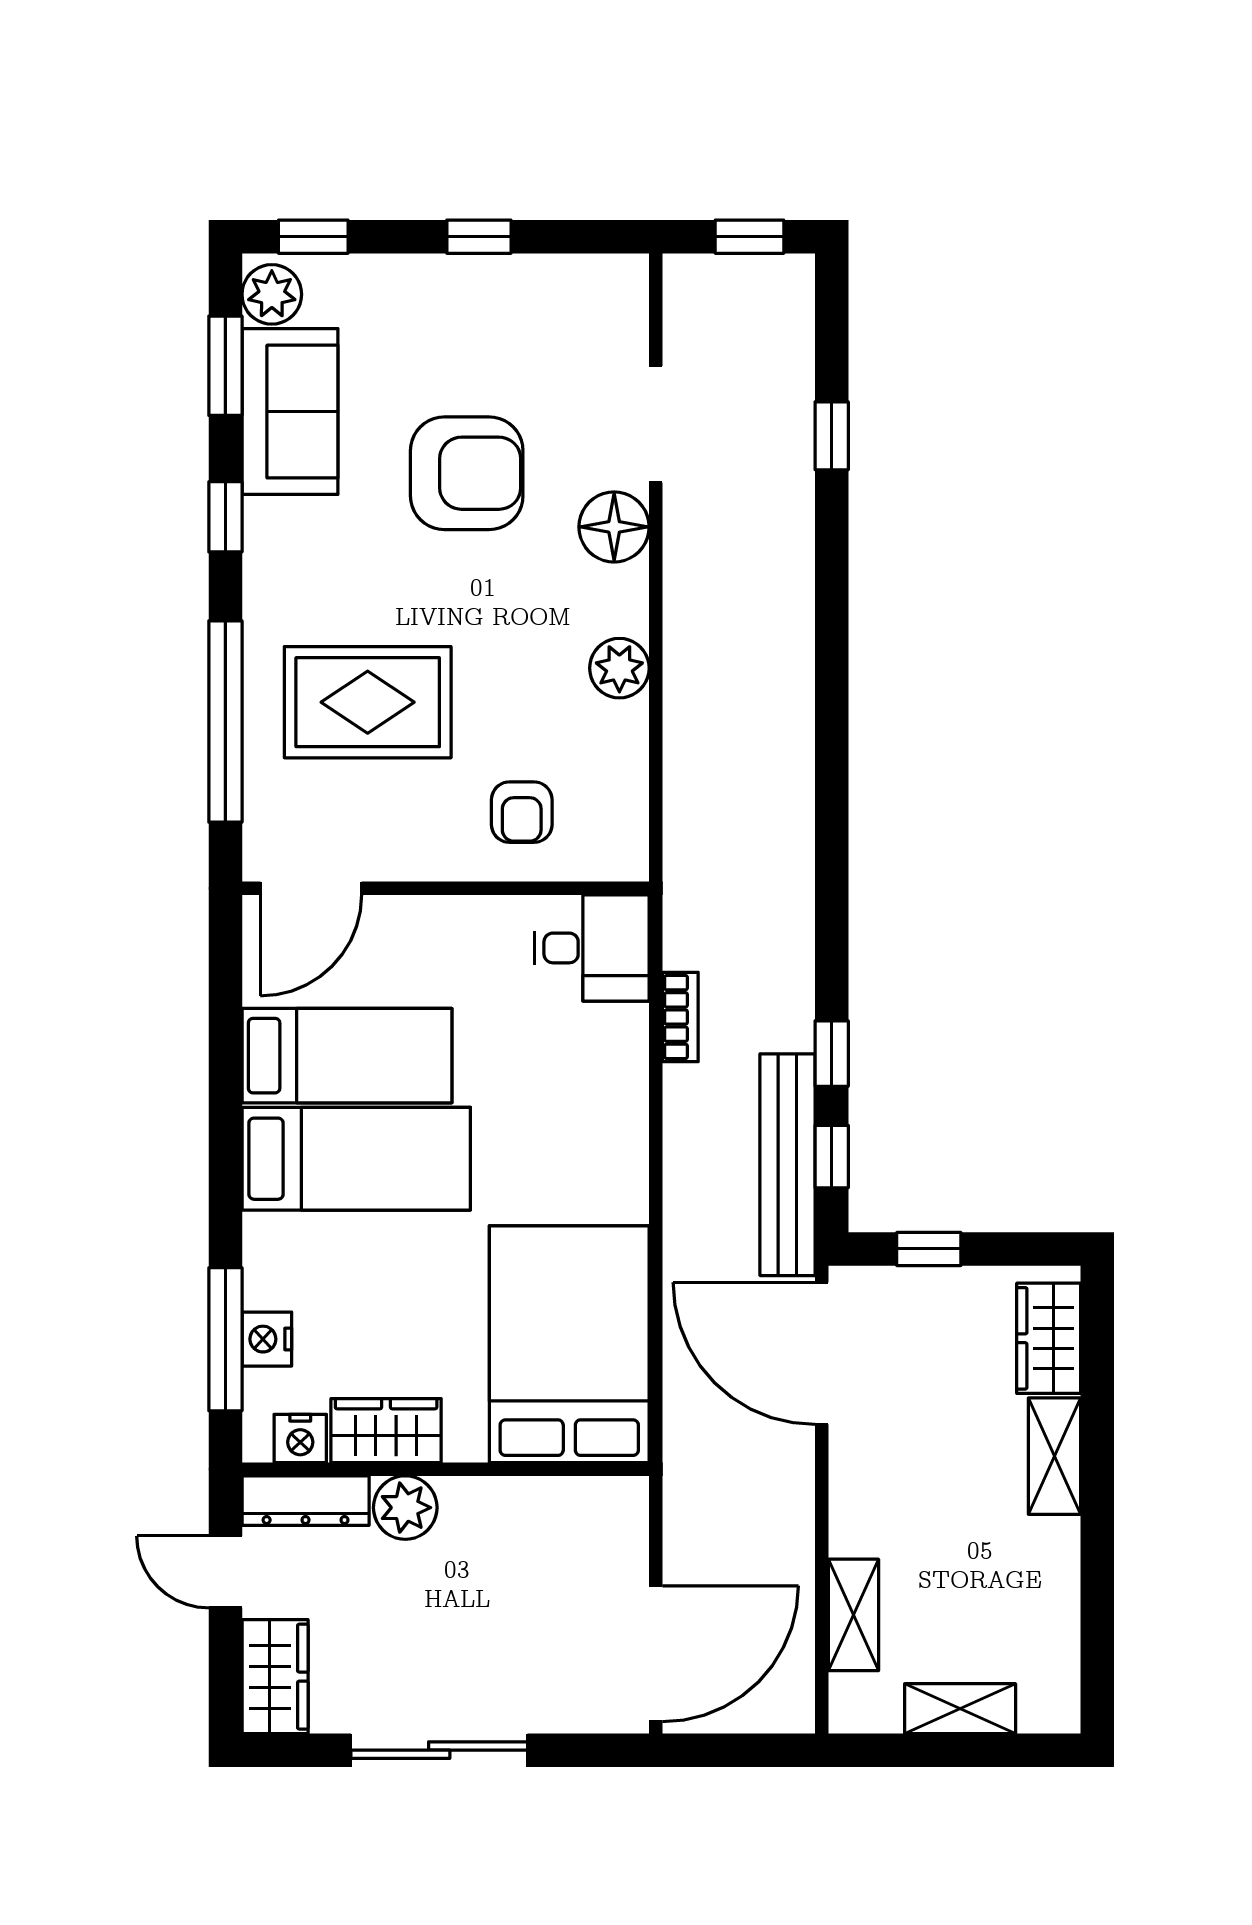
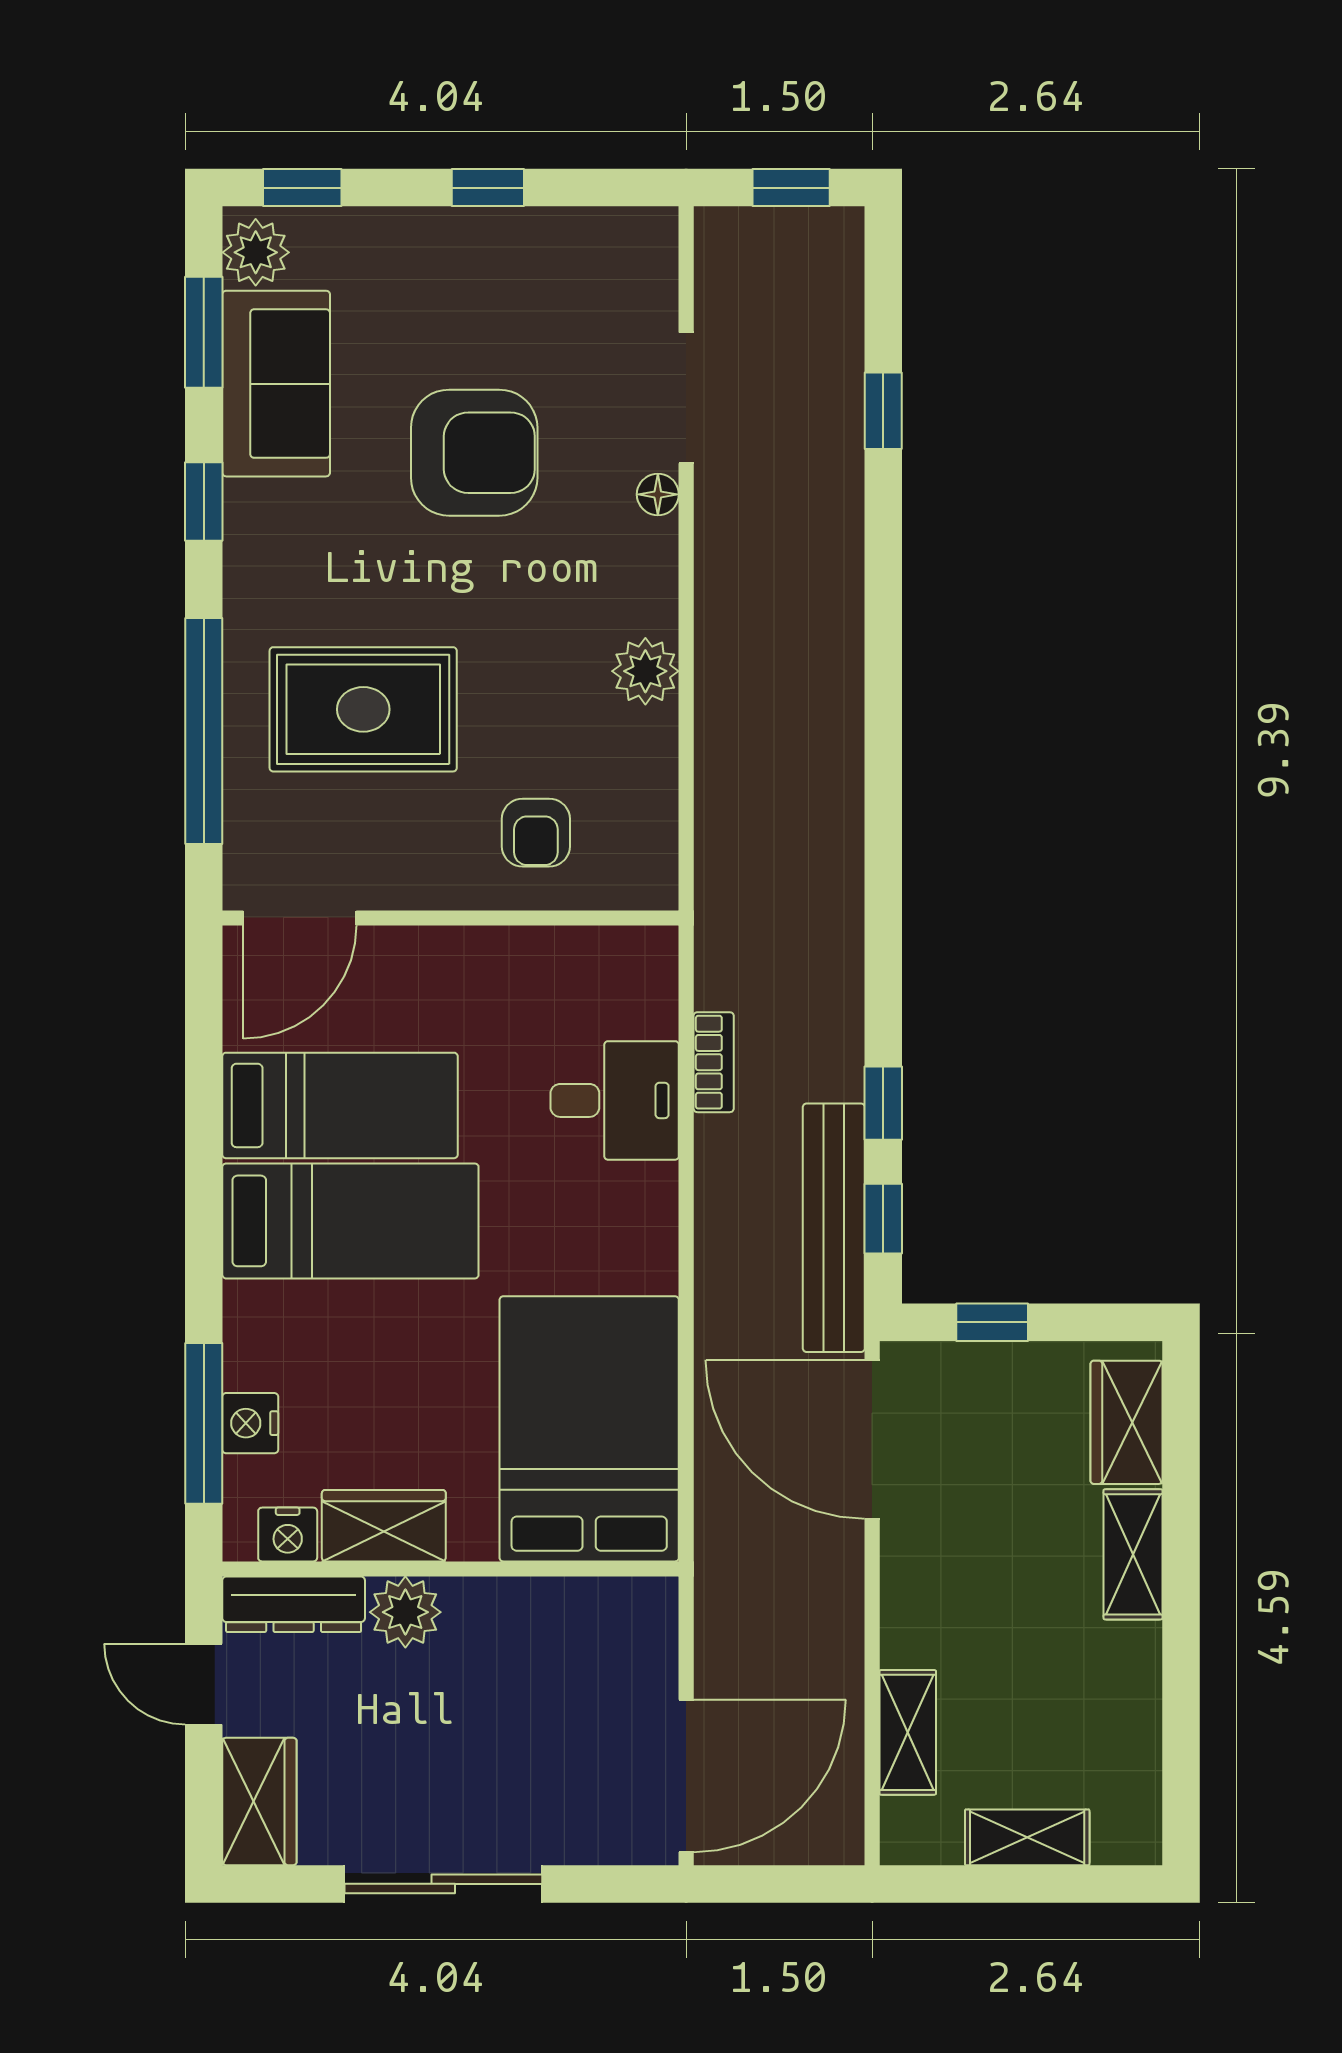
floor lamp: (614, 527) -> (658, 494), width x0.53, depth x0.53
desk: (592, 948) -> (615, 1100), moved

